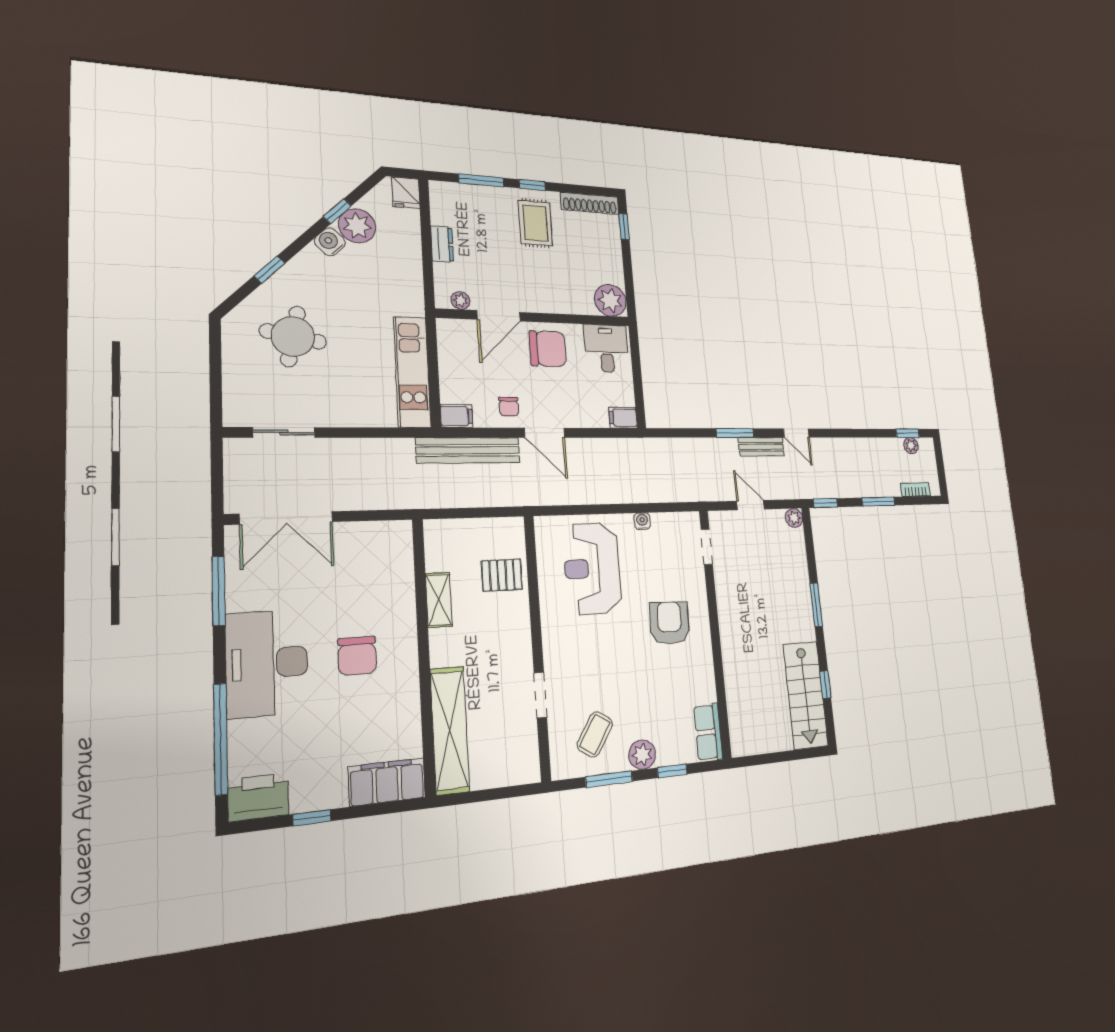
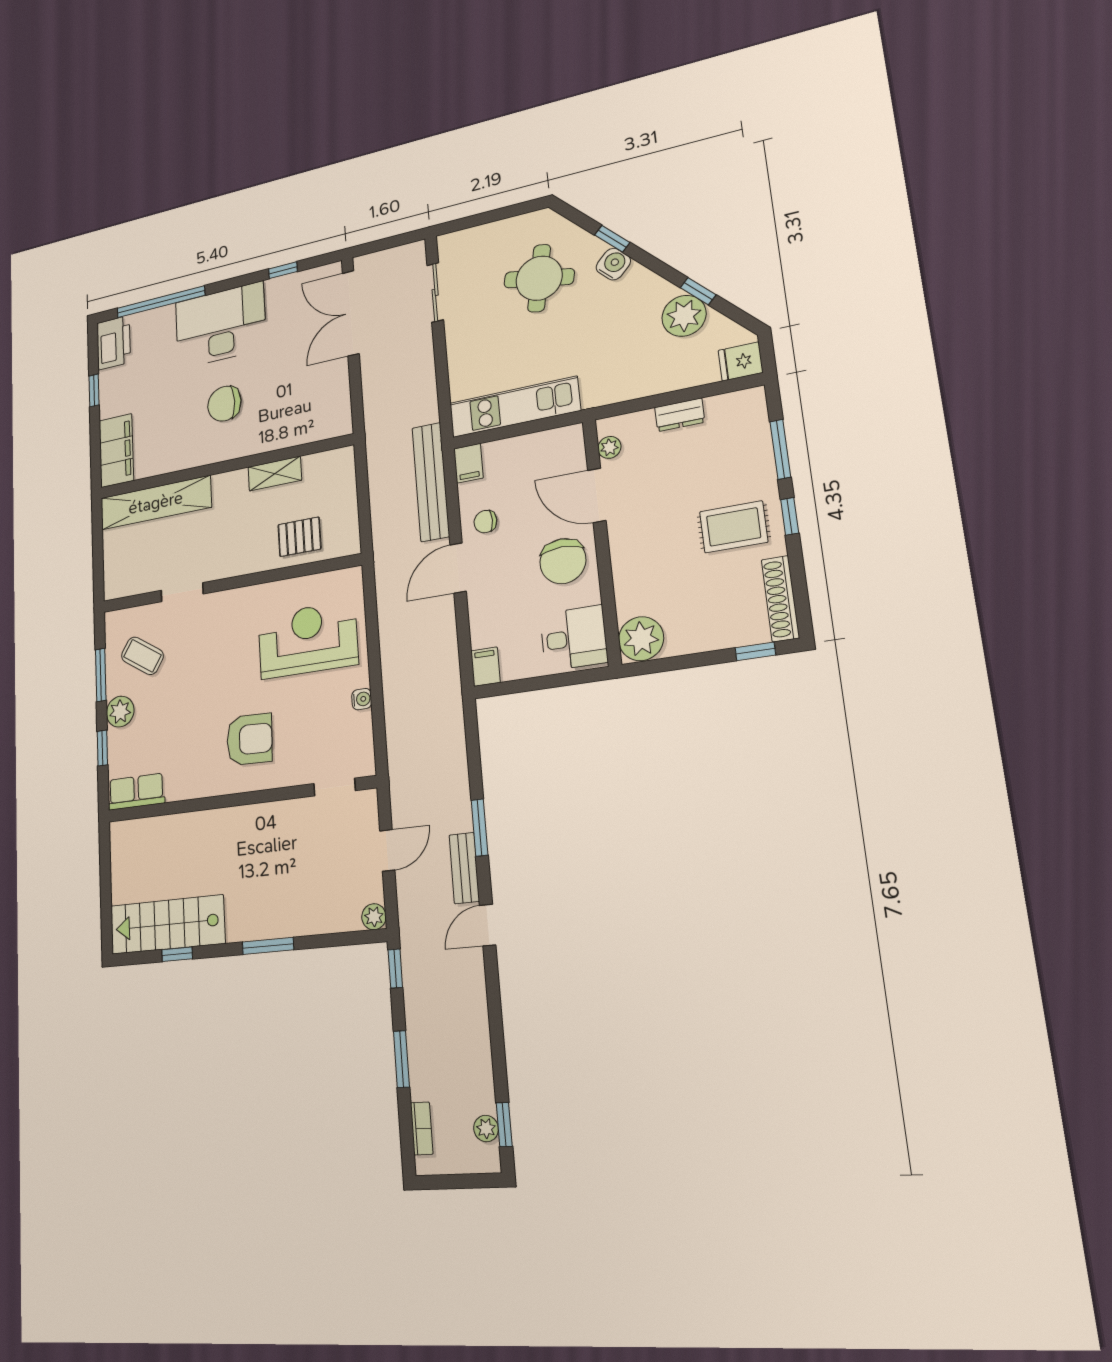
water cooler: (330, 242) -> (613, 264), moved
pallet: (502, 575) -> (299, 537), turned 90
window: (219, 591) -> (283, 270), width x0.46

